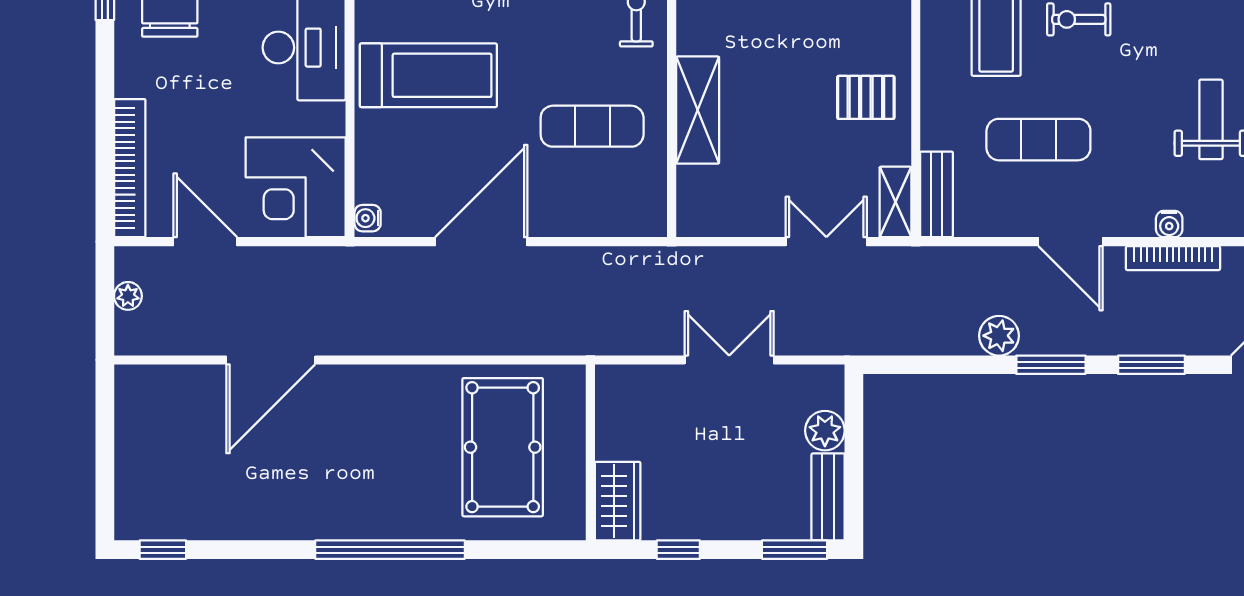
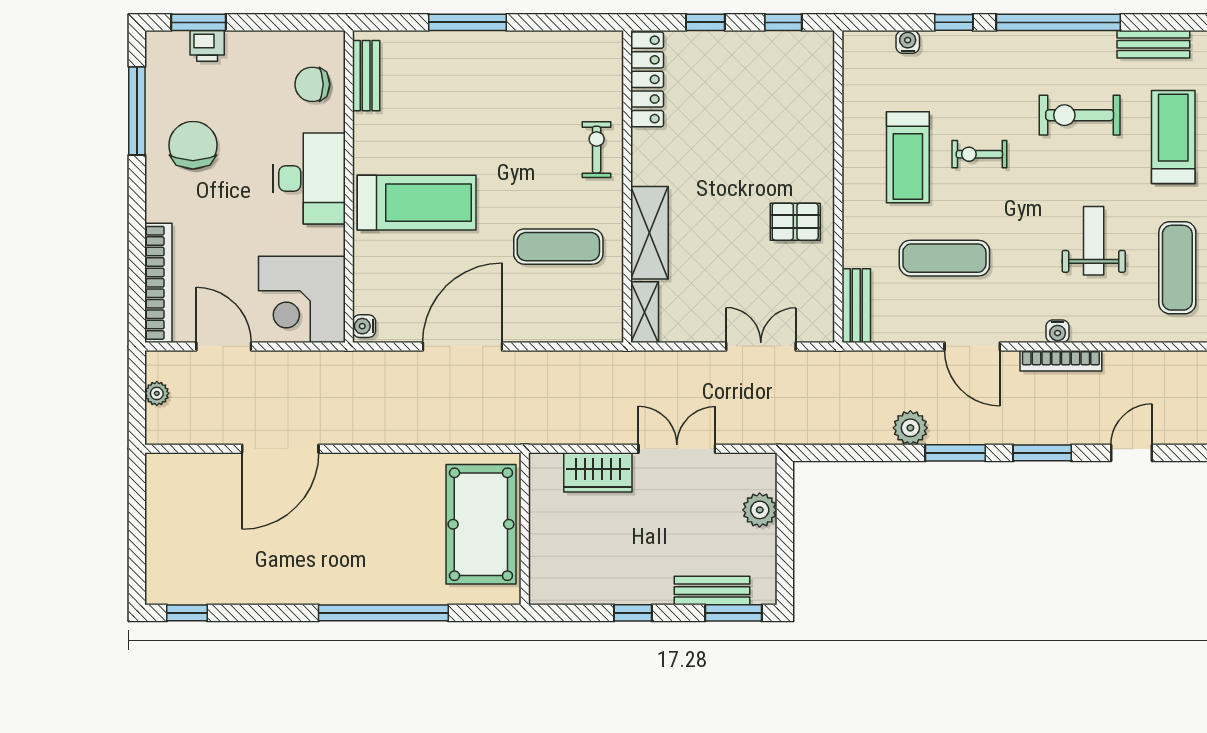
shelving: (895, 202) -> (645, 312), moved
wall: (590, 452) -> (525, 529), moved
bench: (828, 497) -> (712, 591), moved, turned 90
wardrobe: (618, 501) -> (598, 472), moved, turned 90

